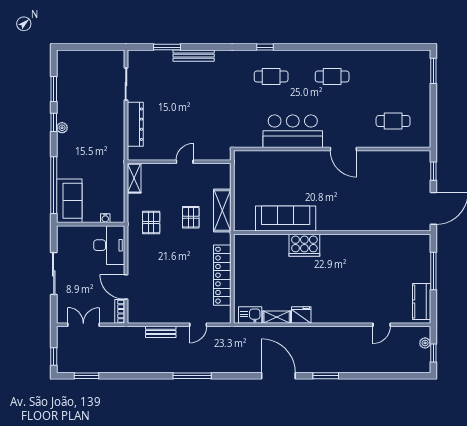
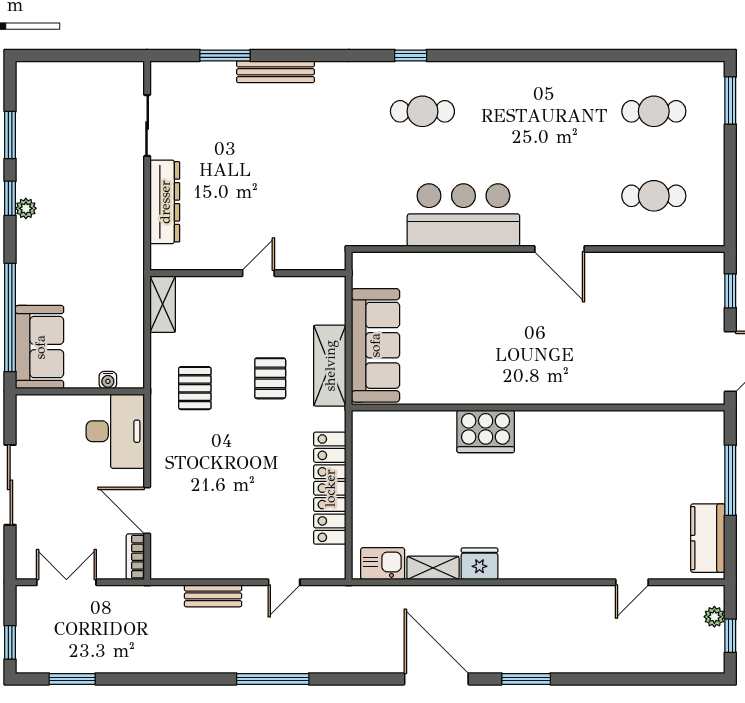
cafe table: (332, 76) -> (654, 111), moved
sofa: (286, 219) -> (375, 345), moved, turned 90

